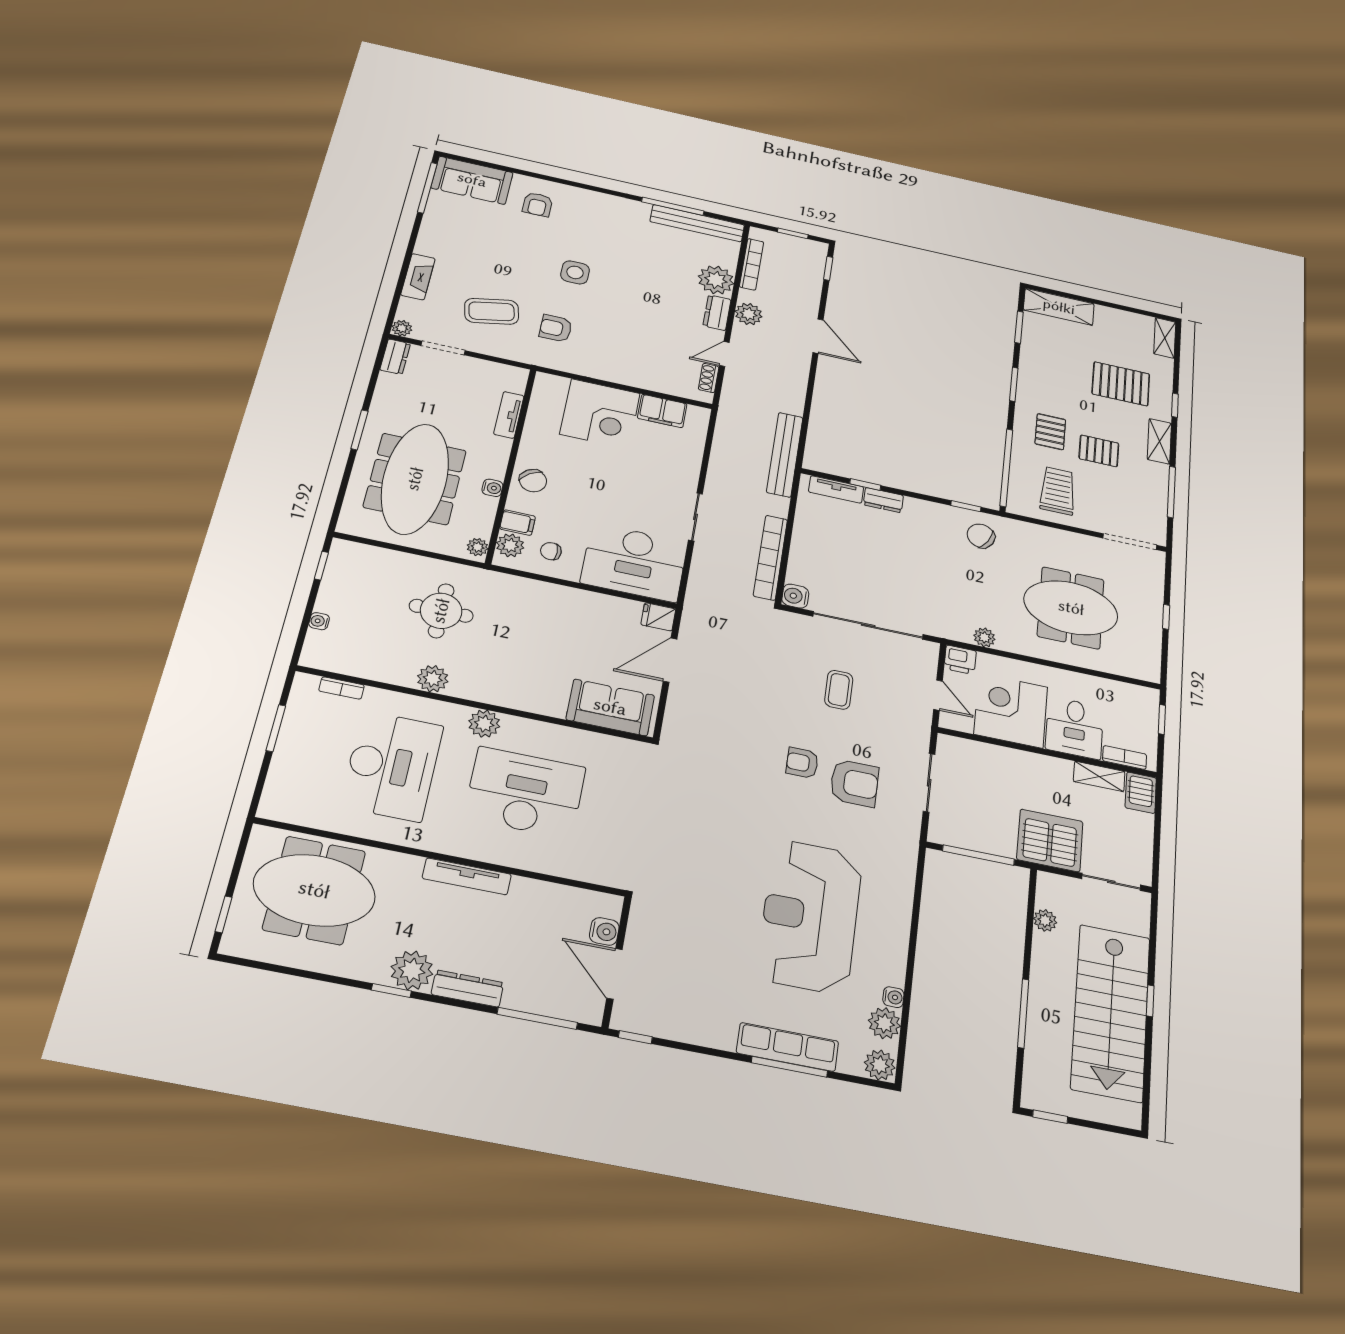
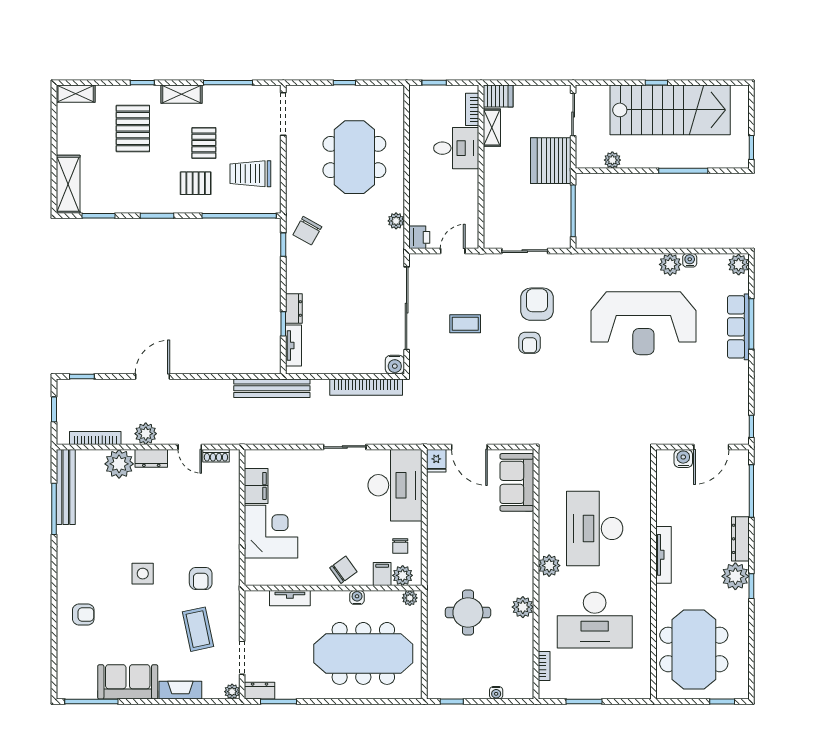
sofa: (472, 180) -> (128, 682), moved, turned -90
window: (359, 430) -> (279, 702), moved
corner desk: (1011, 710) -> (453, 196), removed
desk: (392, 766) -> (595, 620), turned 180
plant: (884, 1023) -> (670, 264), moved

